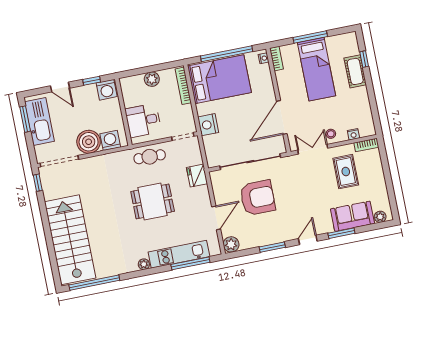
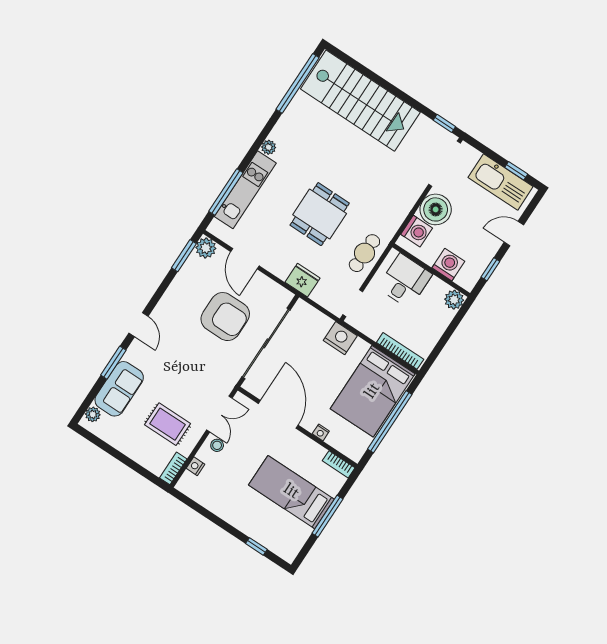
nightstand: (264, 58) -> (321, 432), moved
cot: (355, 71) -> (253, 526), removed
plant: (152, 79) -> (454, 300), moved
washing machine: (107, 90) -> (448, 265), moved, turned 90
window: (25, 119) -> (516, 171), width x0.67
armchair: (257, 198) -> (225, 317), turned -90
window: (272, 247) -> (184, 256), moved

